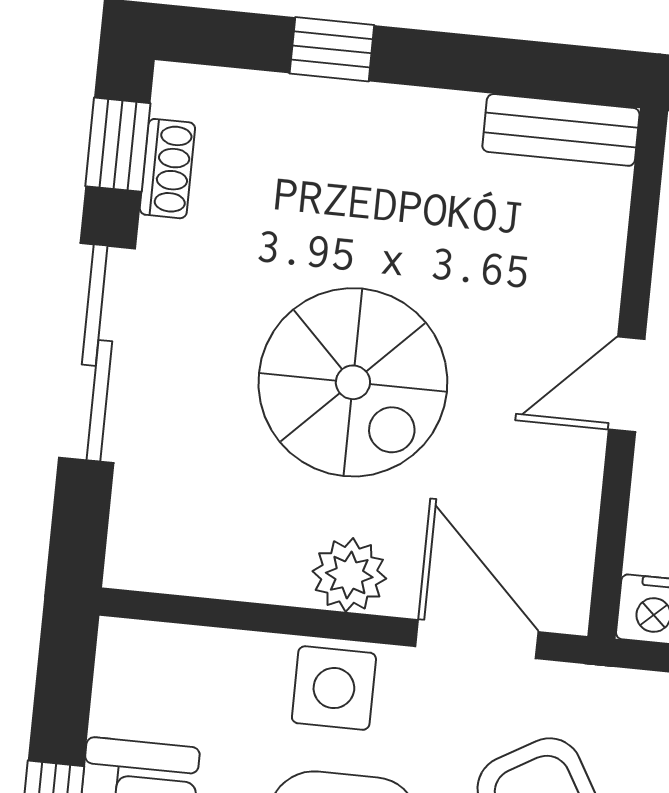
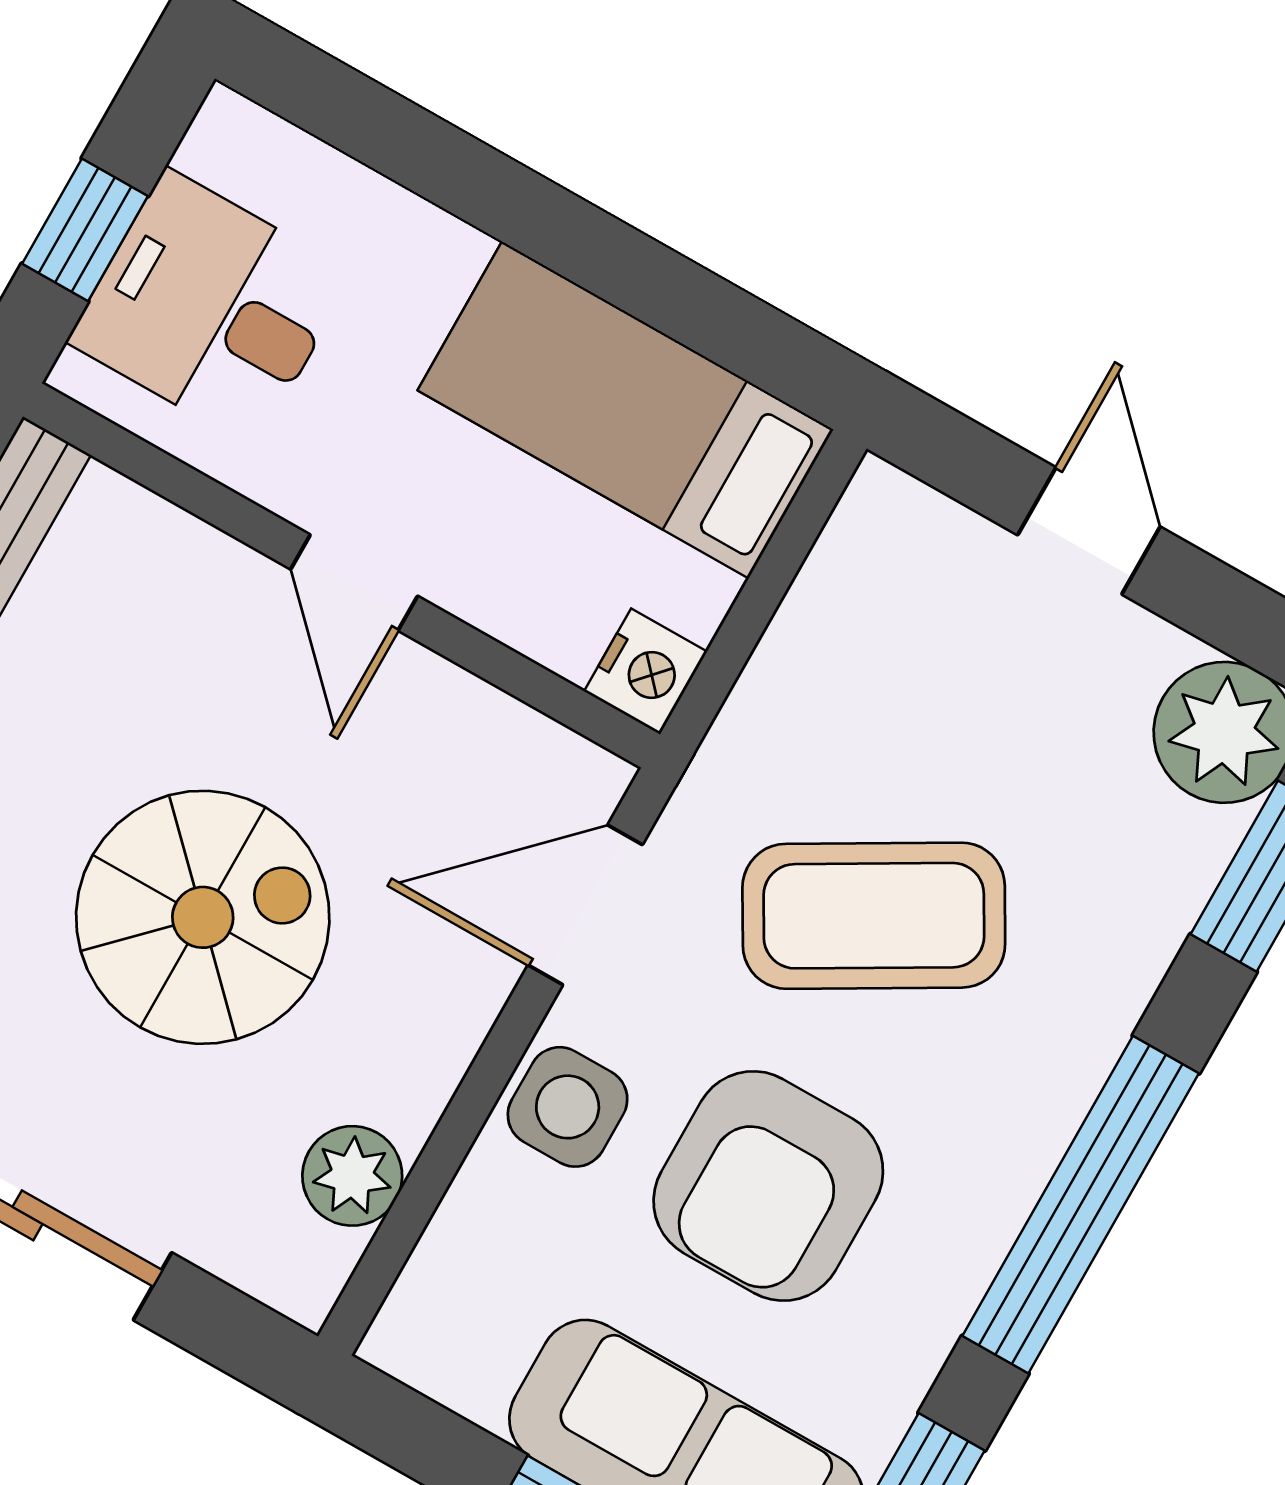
plant: (349, 575) -> (352, 1176), moved

